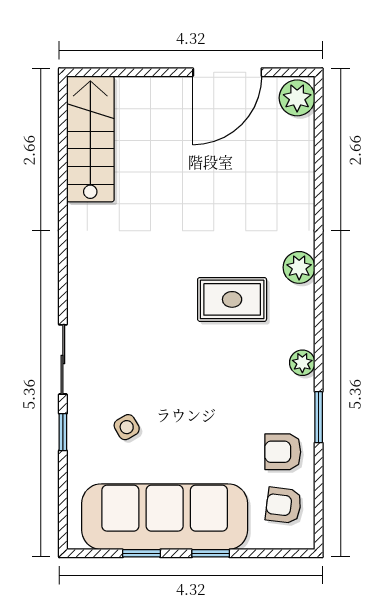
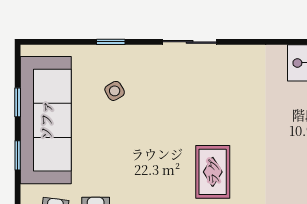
sliding door: (63, 359) -> (190, 42), moved

